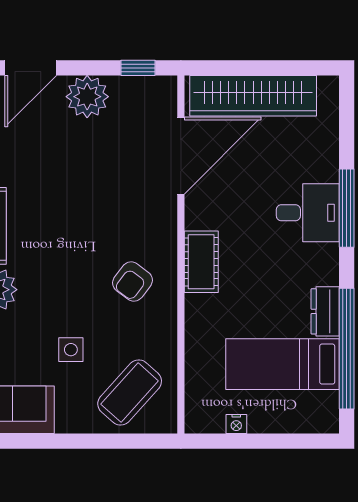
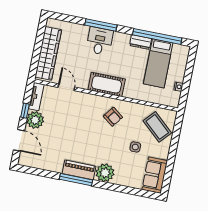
window: (138, 68) -> (25, 111), moved
tv unit: (144, 88) -> (36, 96), added
door: (181, 156) -> (66, 87), width x0.53
cot: (201, 262) -> (107, 84), width x1.37, depth x1.34

